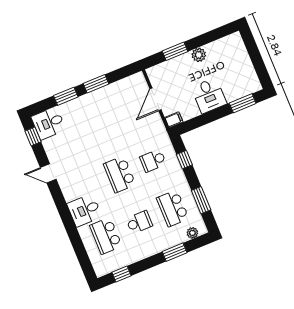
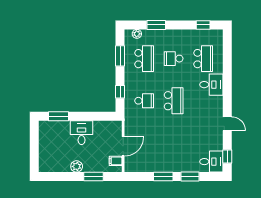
filing cabinet: (174, 120) -> (116, 161), moved

